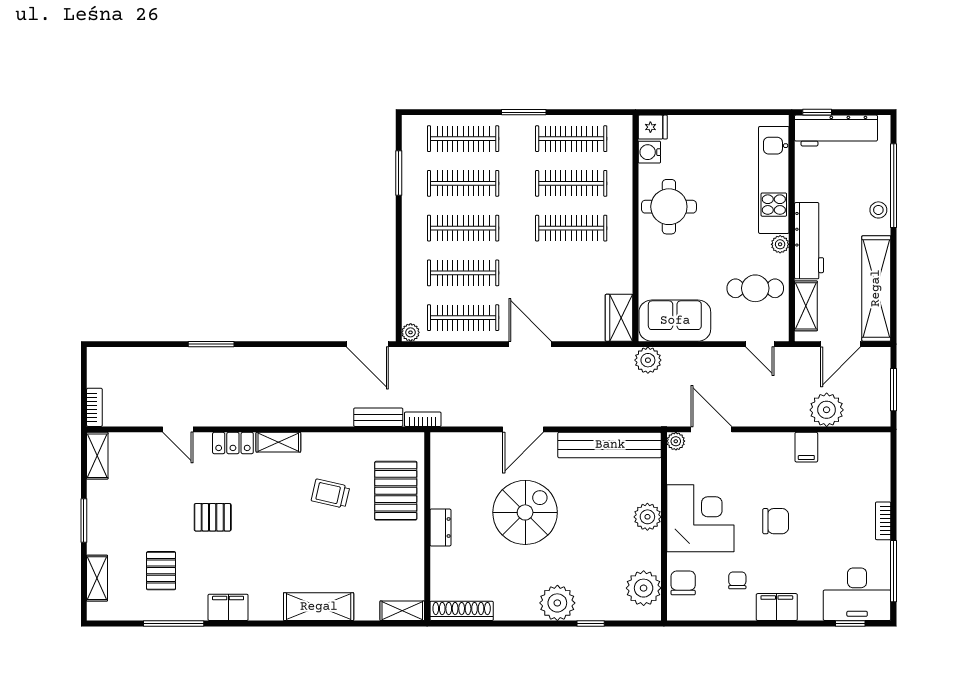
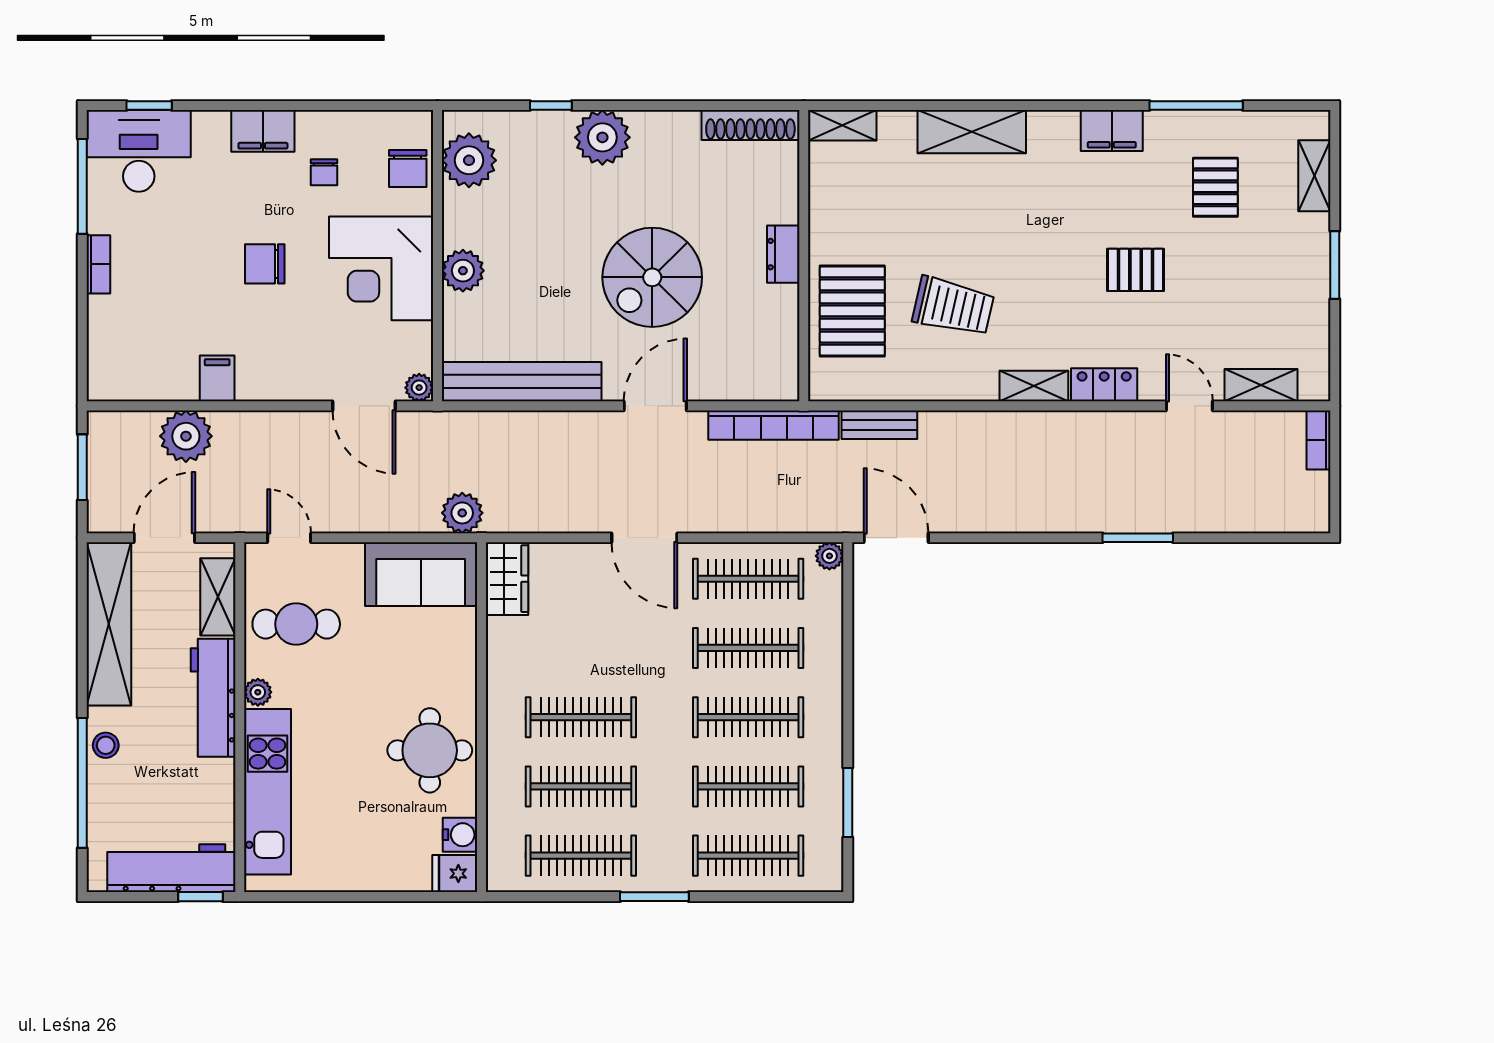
bookcase: (423, 419) -> (774, 425), width x2.31, depth x1.31
shelving: (97, 456) -> (1261, 385), moved, turned 90
trolley: (330, 494) -> (953, 306), width x1.36, depth x1.39

